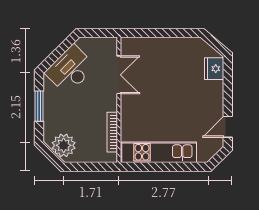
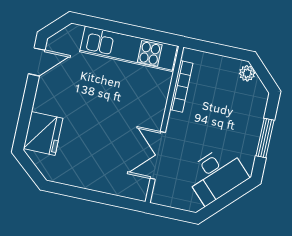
fridge: (214, 69) -> (43, 133), width x1.36, depth x1.34
plant: (64, 145) -> (247, 73), width x0.53, depth x0.53

